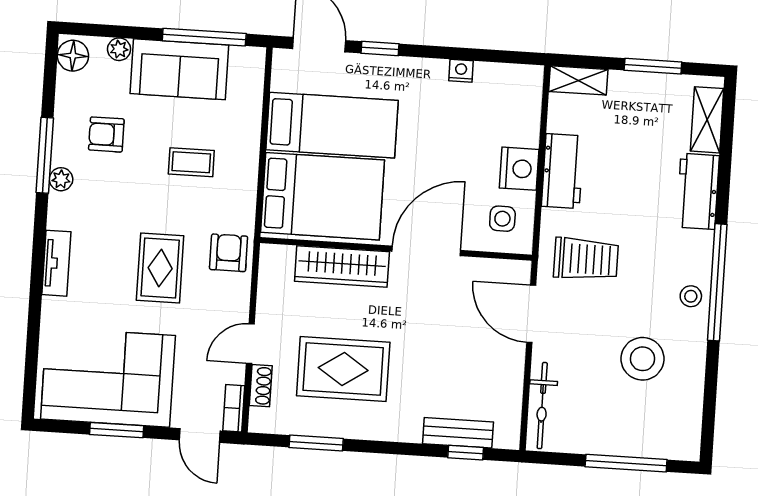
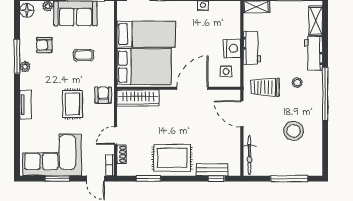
trolley: (586, 259) -> (265, 87), turned 180
wardrobe: (342, 266) -> (138, 98), moved
stool: (691, 296) -> (297, 83), moved
rug: (343, 369) -> (172, 158), moved

